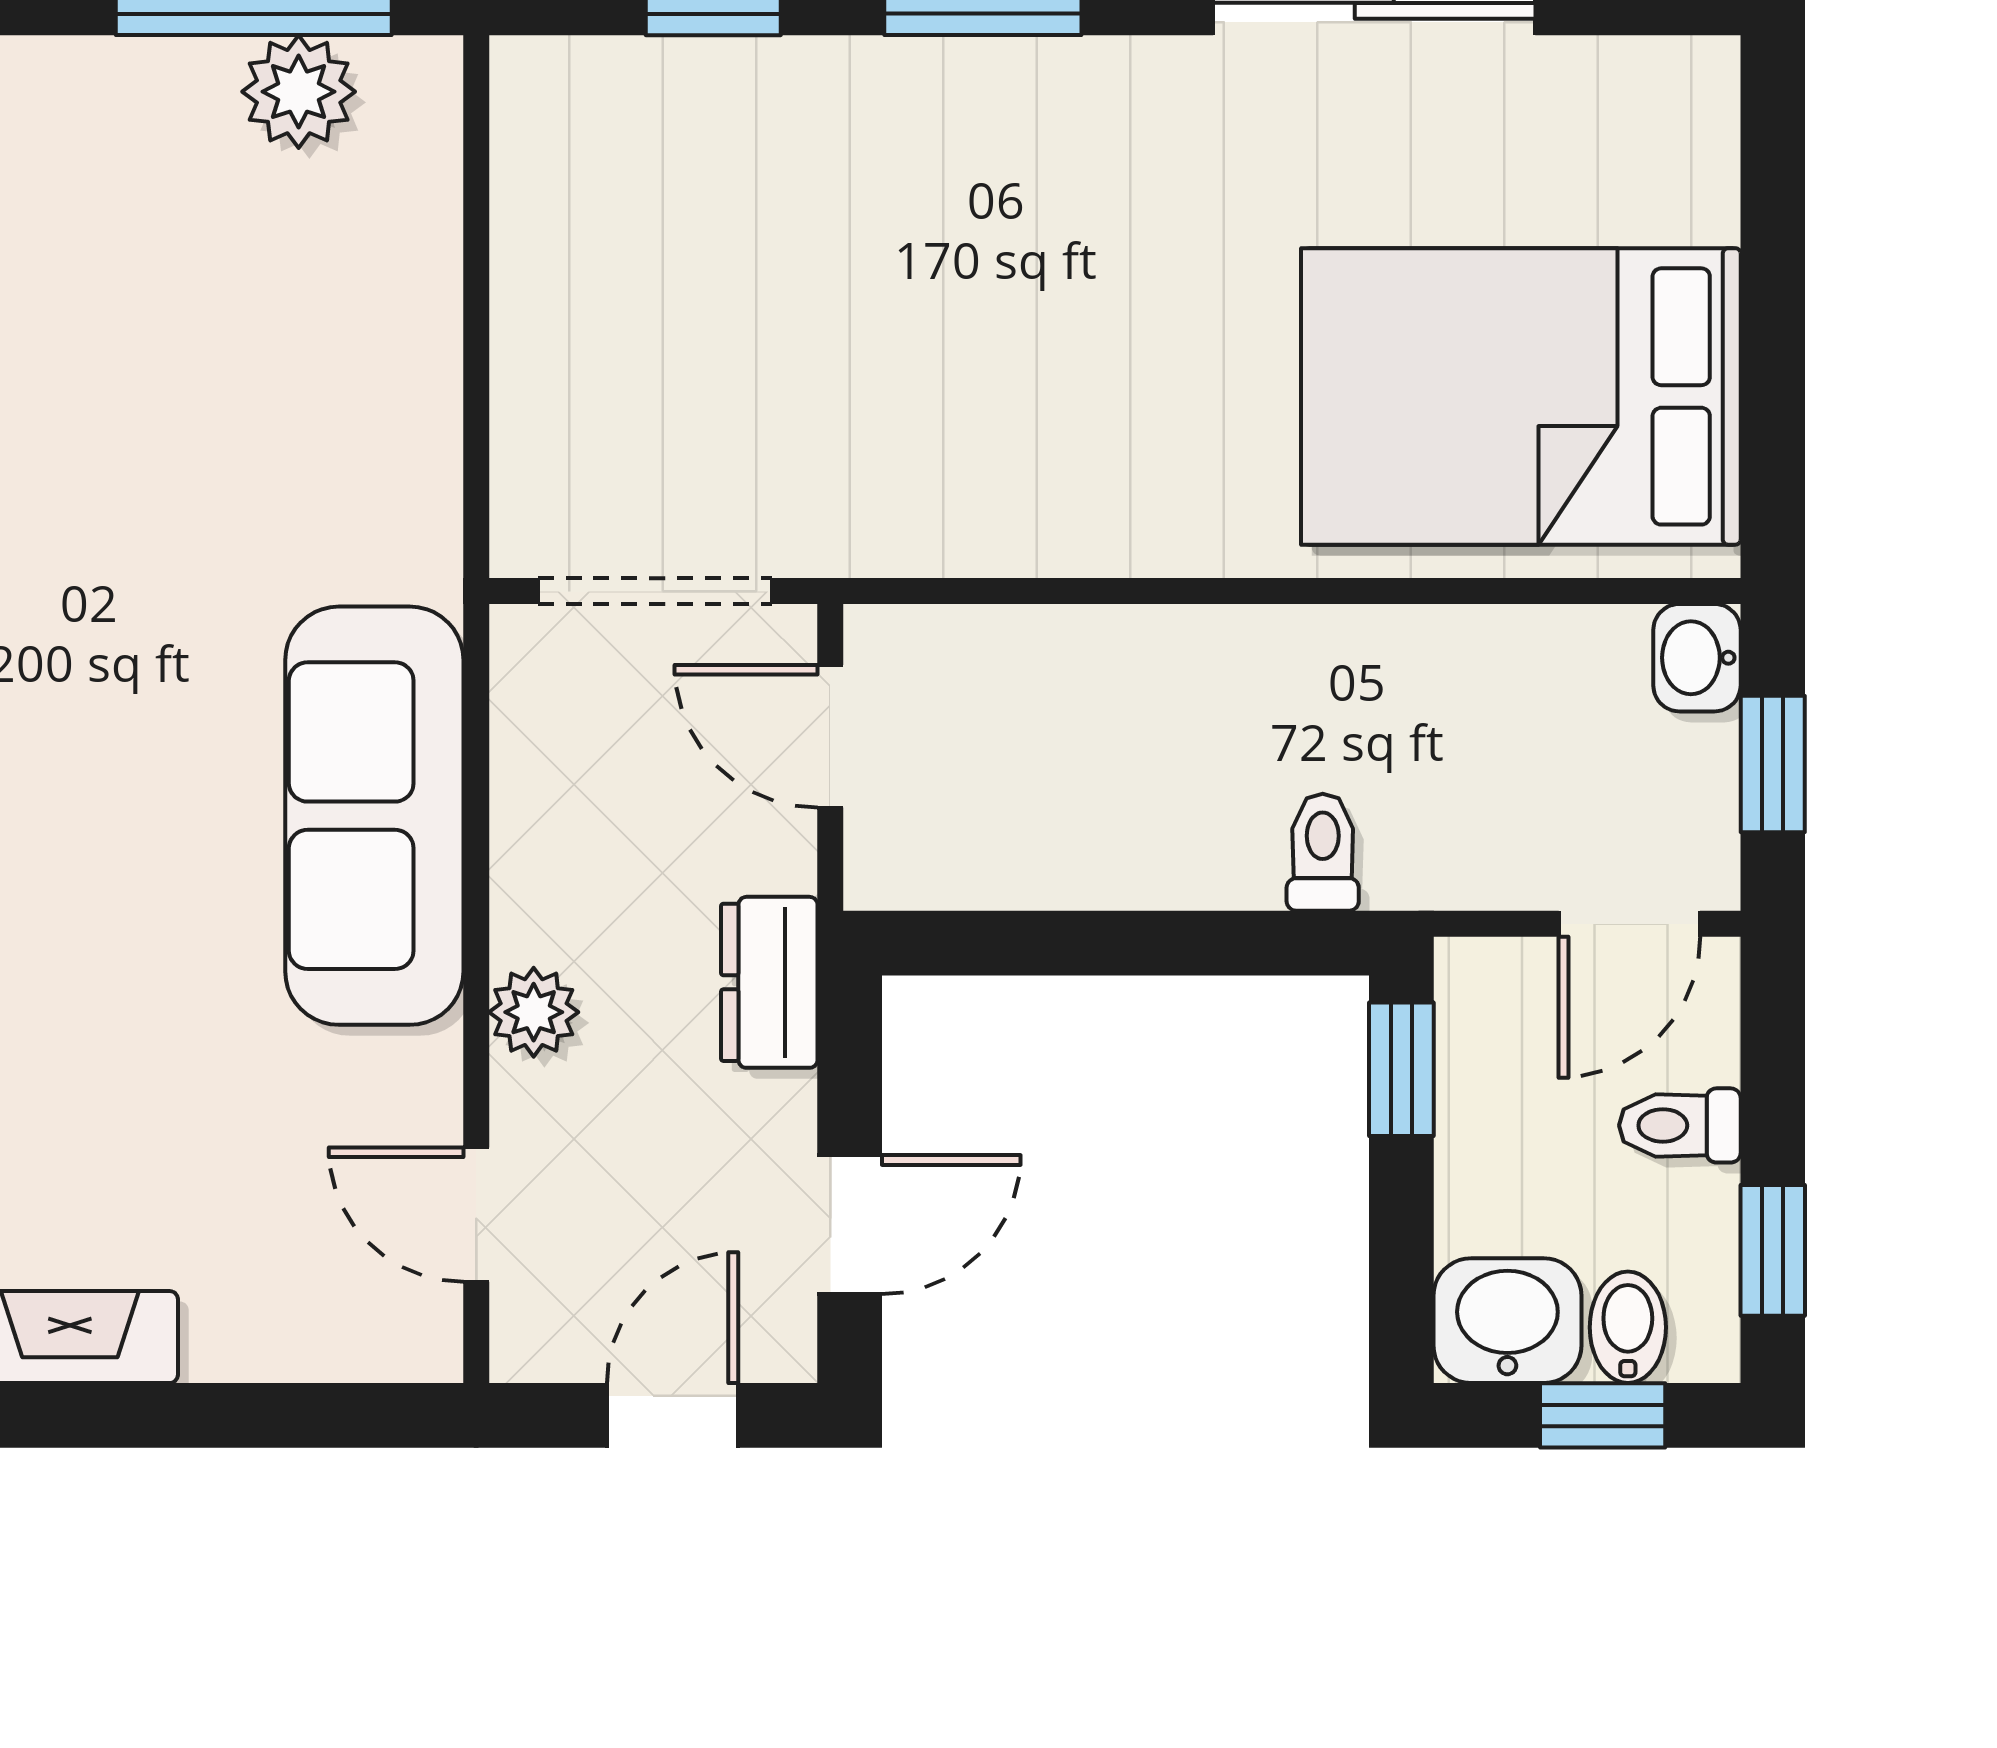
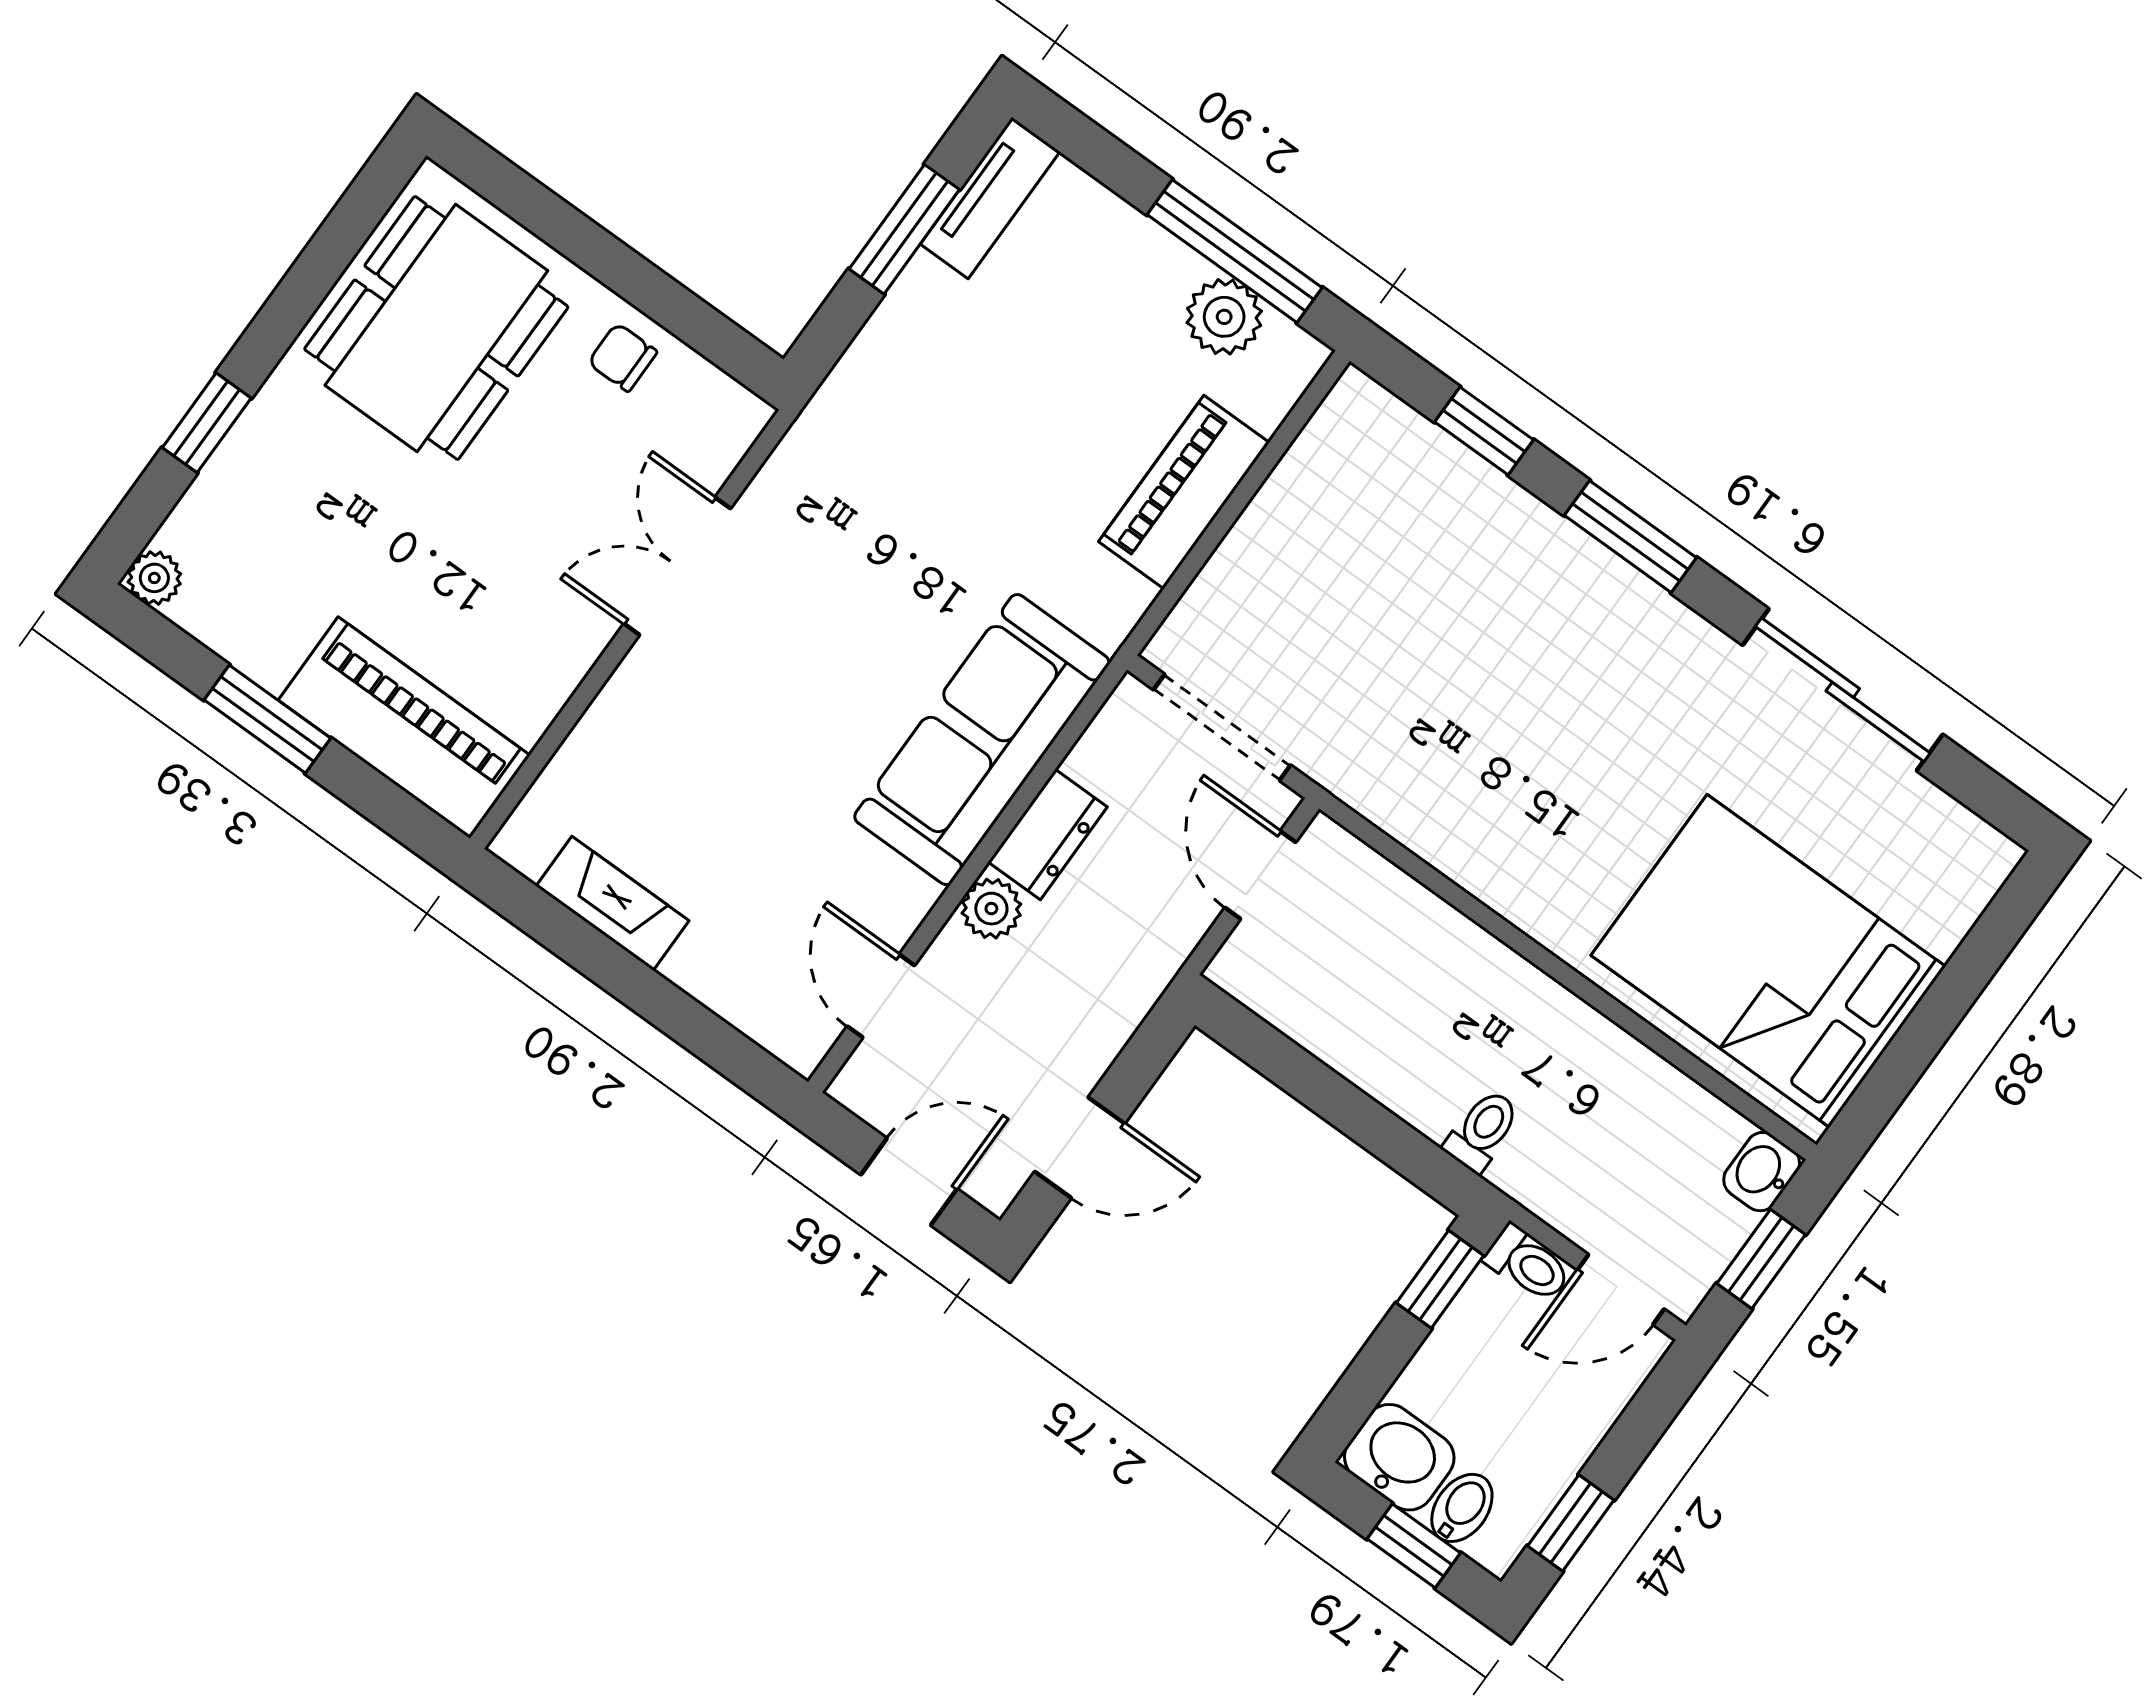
piano: (403, 339) -> (1184, 492), added
dresser: (769, 982) -> (1048, 835), moved, turned 180
toilet: (1680, 1125) -> (1528, 1264), moved, turned 180

